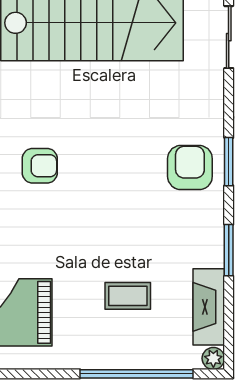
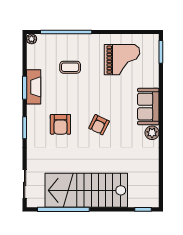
armchair: (40, 166) -> (99, 125), moved, turned -64
armchair: (190, 168) -> (60, 124), moved
fireplace: (209, 307) -> (34, 87), moved

